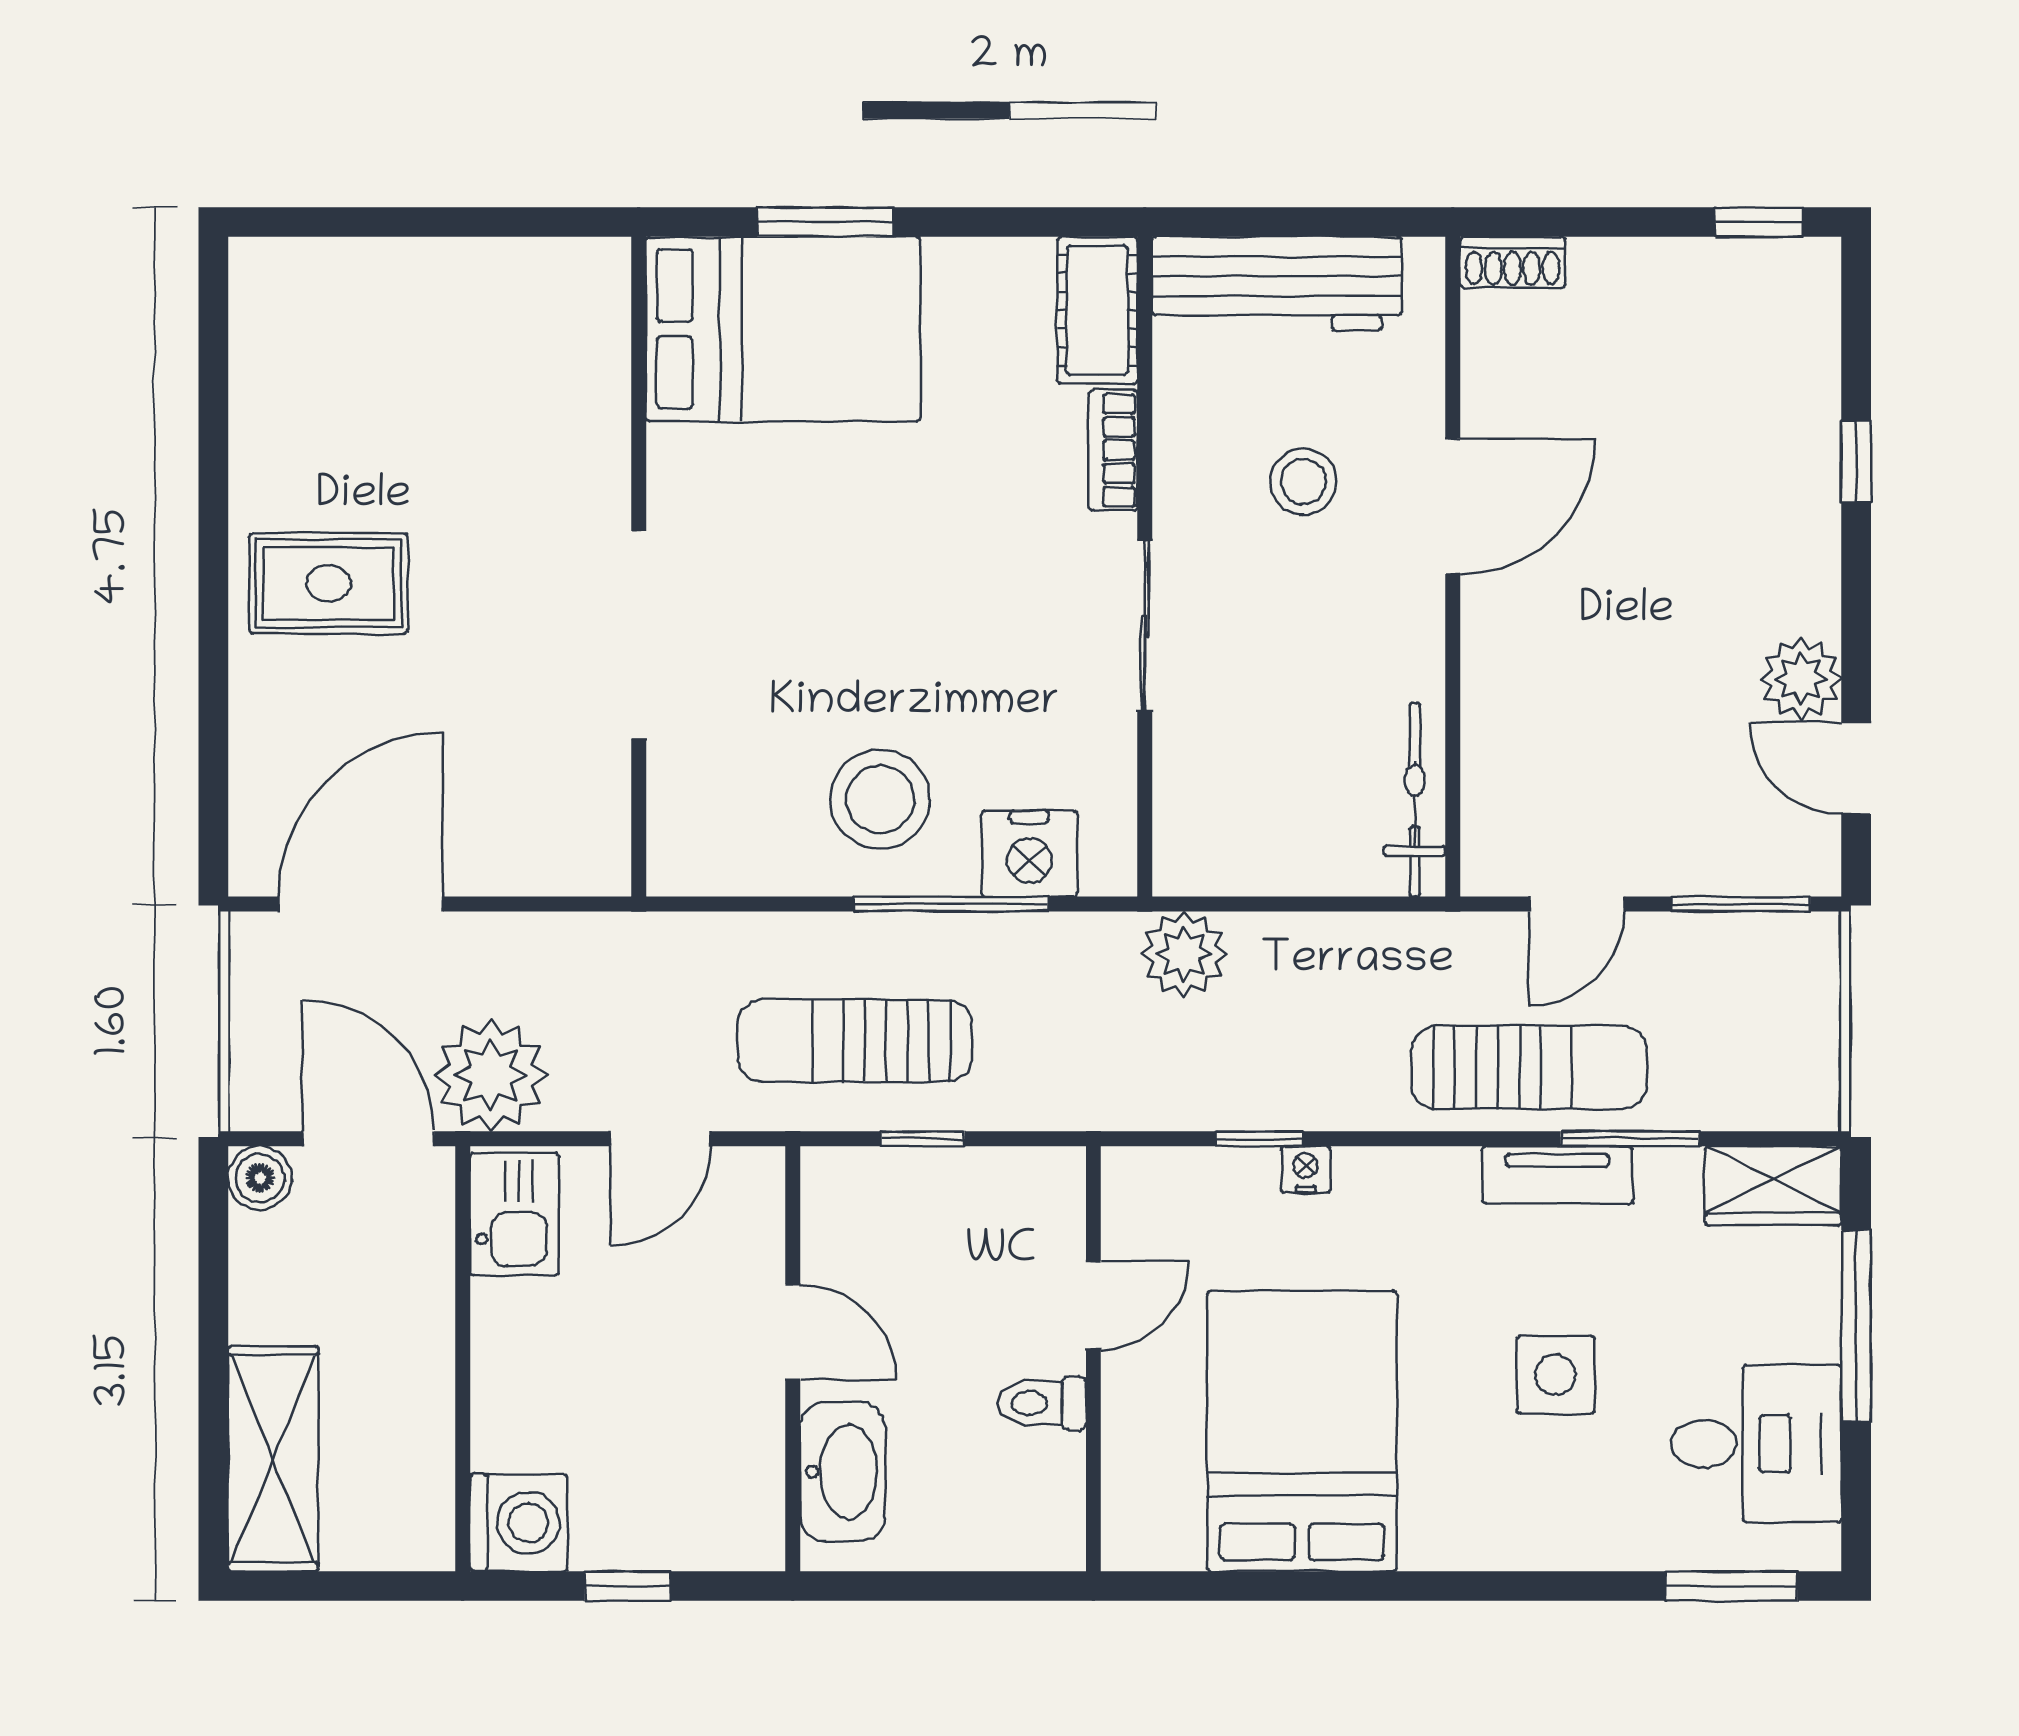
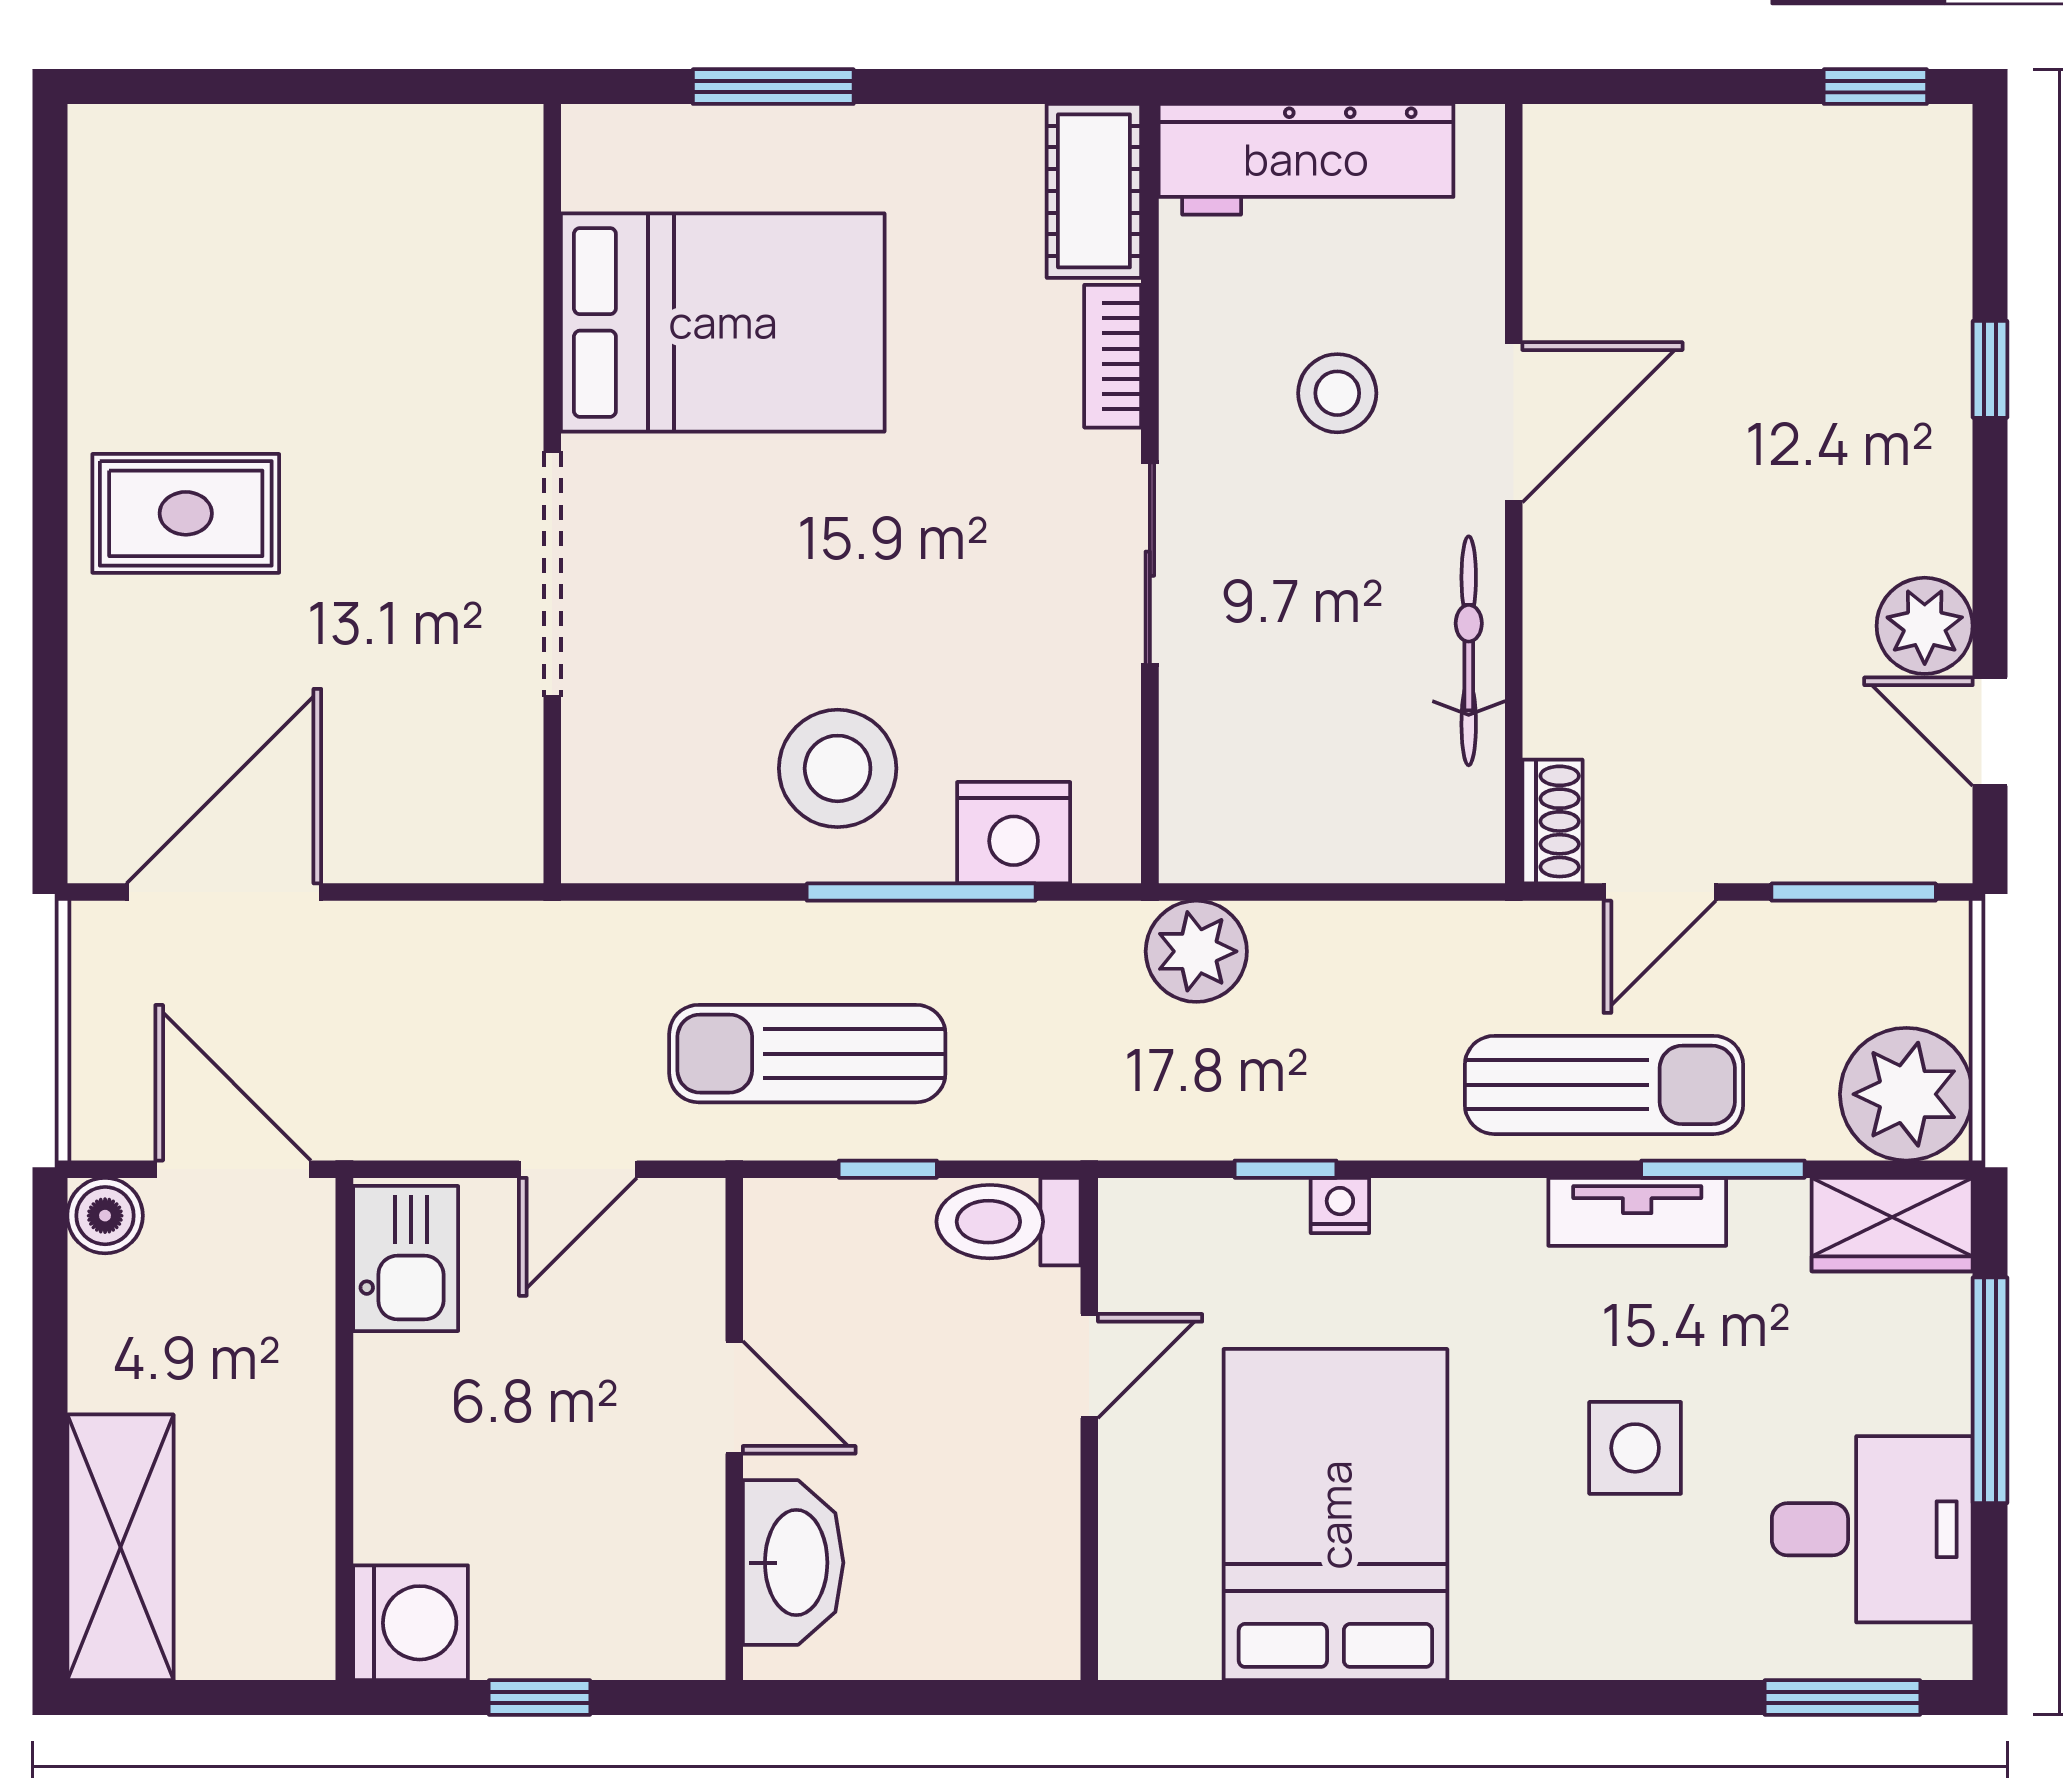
shoe rack: (1513, 262) -> (1552, 821), moved, turned -90
bed: (783, 329) -> (723, 322), moved
bicycle: (1415, 800) -> (1469, 651), moved
plant: (491, 1075) -> (1906, 1094), moved
toilet: (1042, 1403) -> (1009, 1222), moved, width x1.37, depth x1.39

